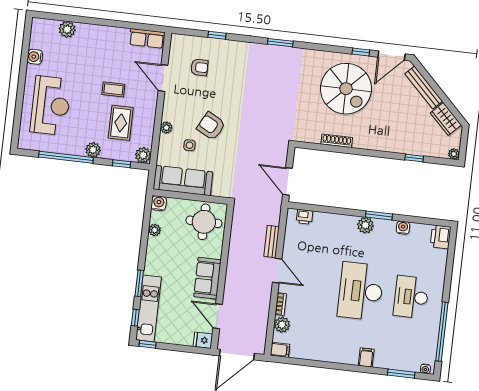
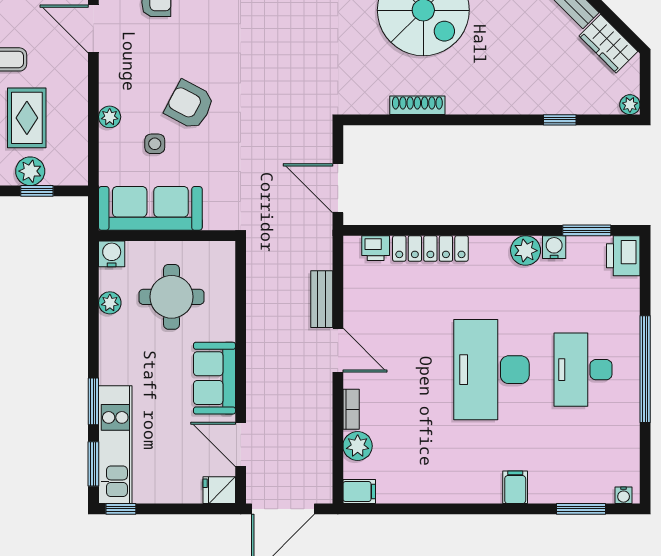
plant: (143, 155) -> (30, 171), moved
window: (379, 215) -> (587, 230), moved
locker: (335, 221) -> (430, 248), added
round table: (204, 222) -> (172, 297), moved
plant: (365, 225) -> (526, 251), moved
window: (135, 318) -> (93, 464), width x1.50
window: (442, 332) -> (645, 369), moved

